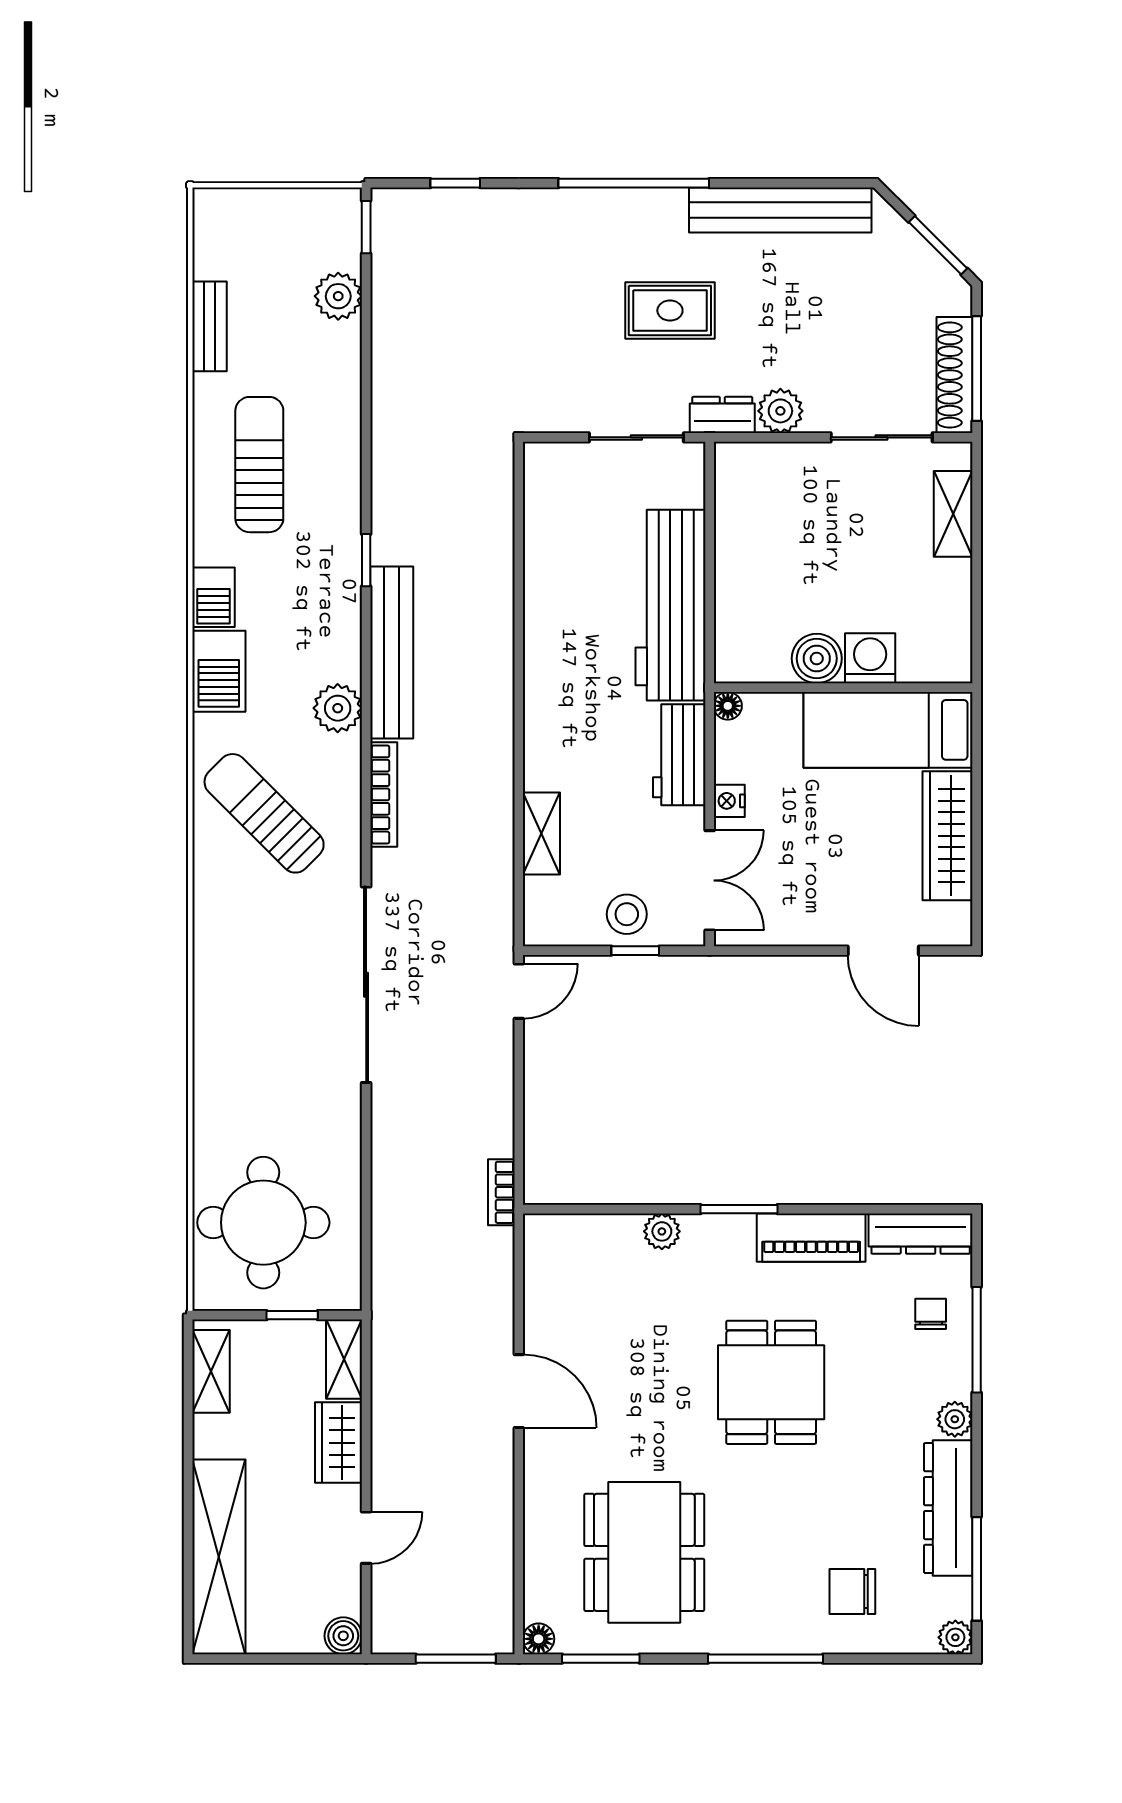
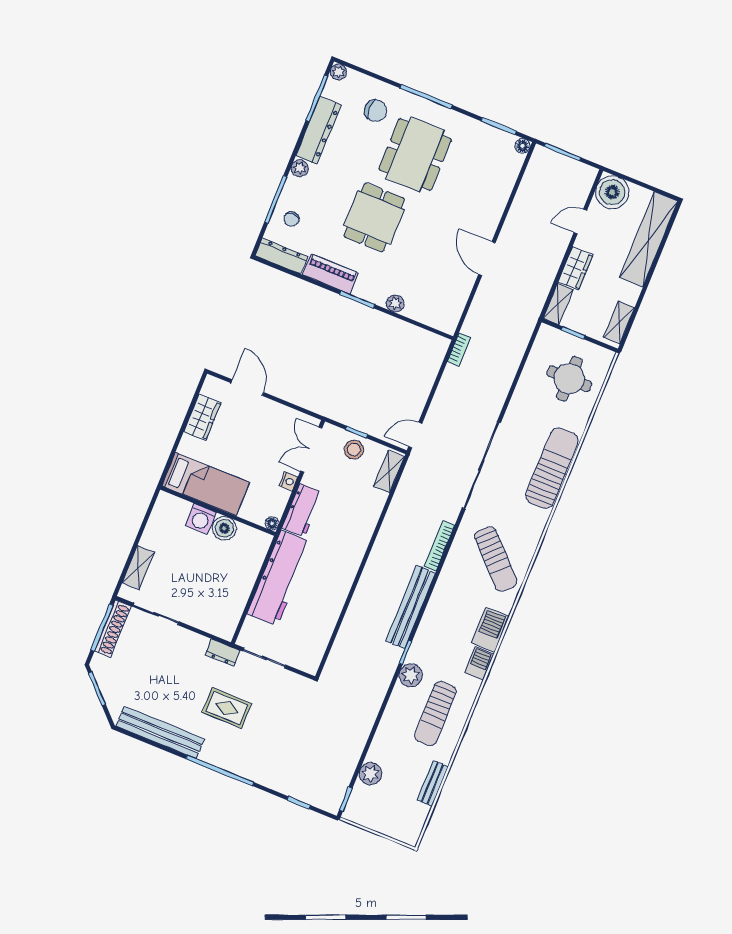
plant: (780, 411) -> (196, 644), removed
plant: (338, 708) -> (411, 675), moved
shelving: (541, 833) -> (389, 472), moved
wardrobe: (948, 836) -> (202, 417), width x0.67
sun lounger: (227, 1035) -> (552, 468), added
round table: (263, 1223) -> (569, 379), width x0.73, depth x0.73
dining table: (644, 1552) -> (415, 154), moved
boiler: (343, 1636) -> (612, 192), width x1.86, depth x1.86

